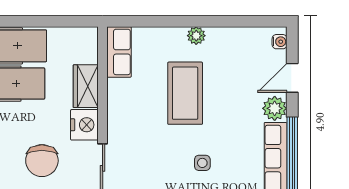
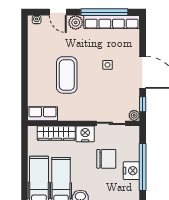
plant: (196, 36) -> (33, 68), removed
wardrobe: (86, 86) -> (56, 133), width x1.50
coffee table: (185, 93) -> (67, 75), turned 90

